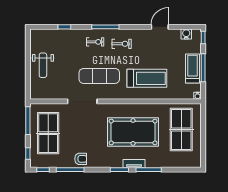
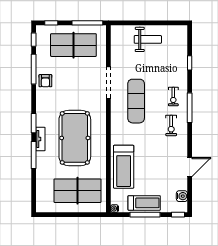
door: (160, 27) -> (190, 167), hinge flipped
weight bench: (43, 65) -> (148, 39), turned 180
treadmill: (147, 78) -> (124, 167), moved

